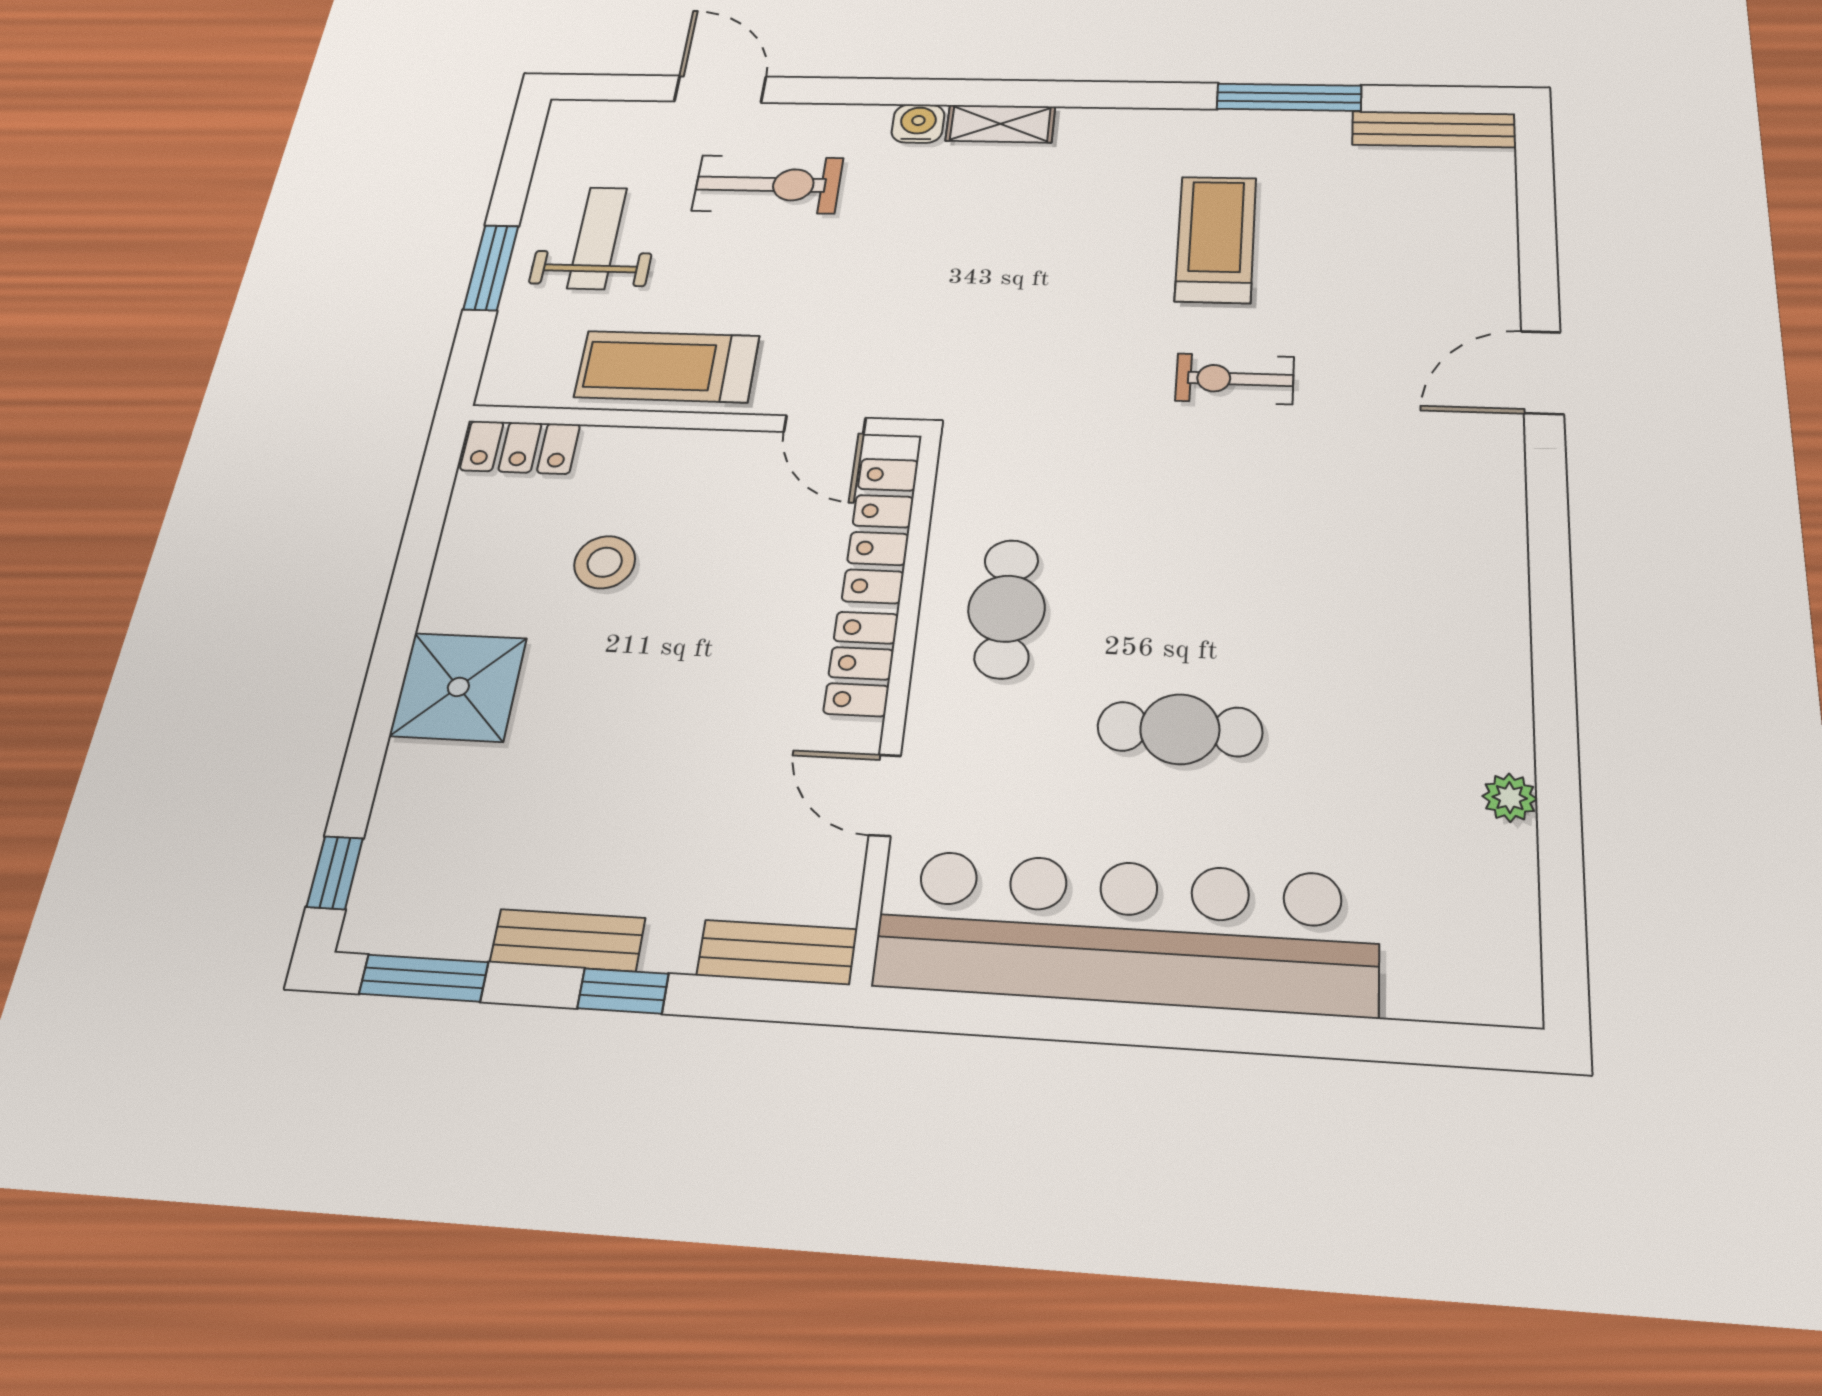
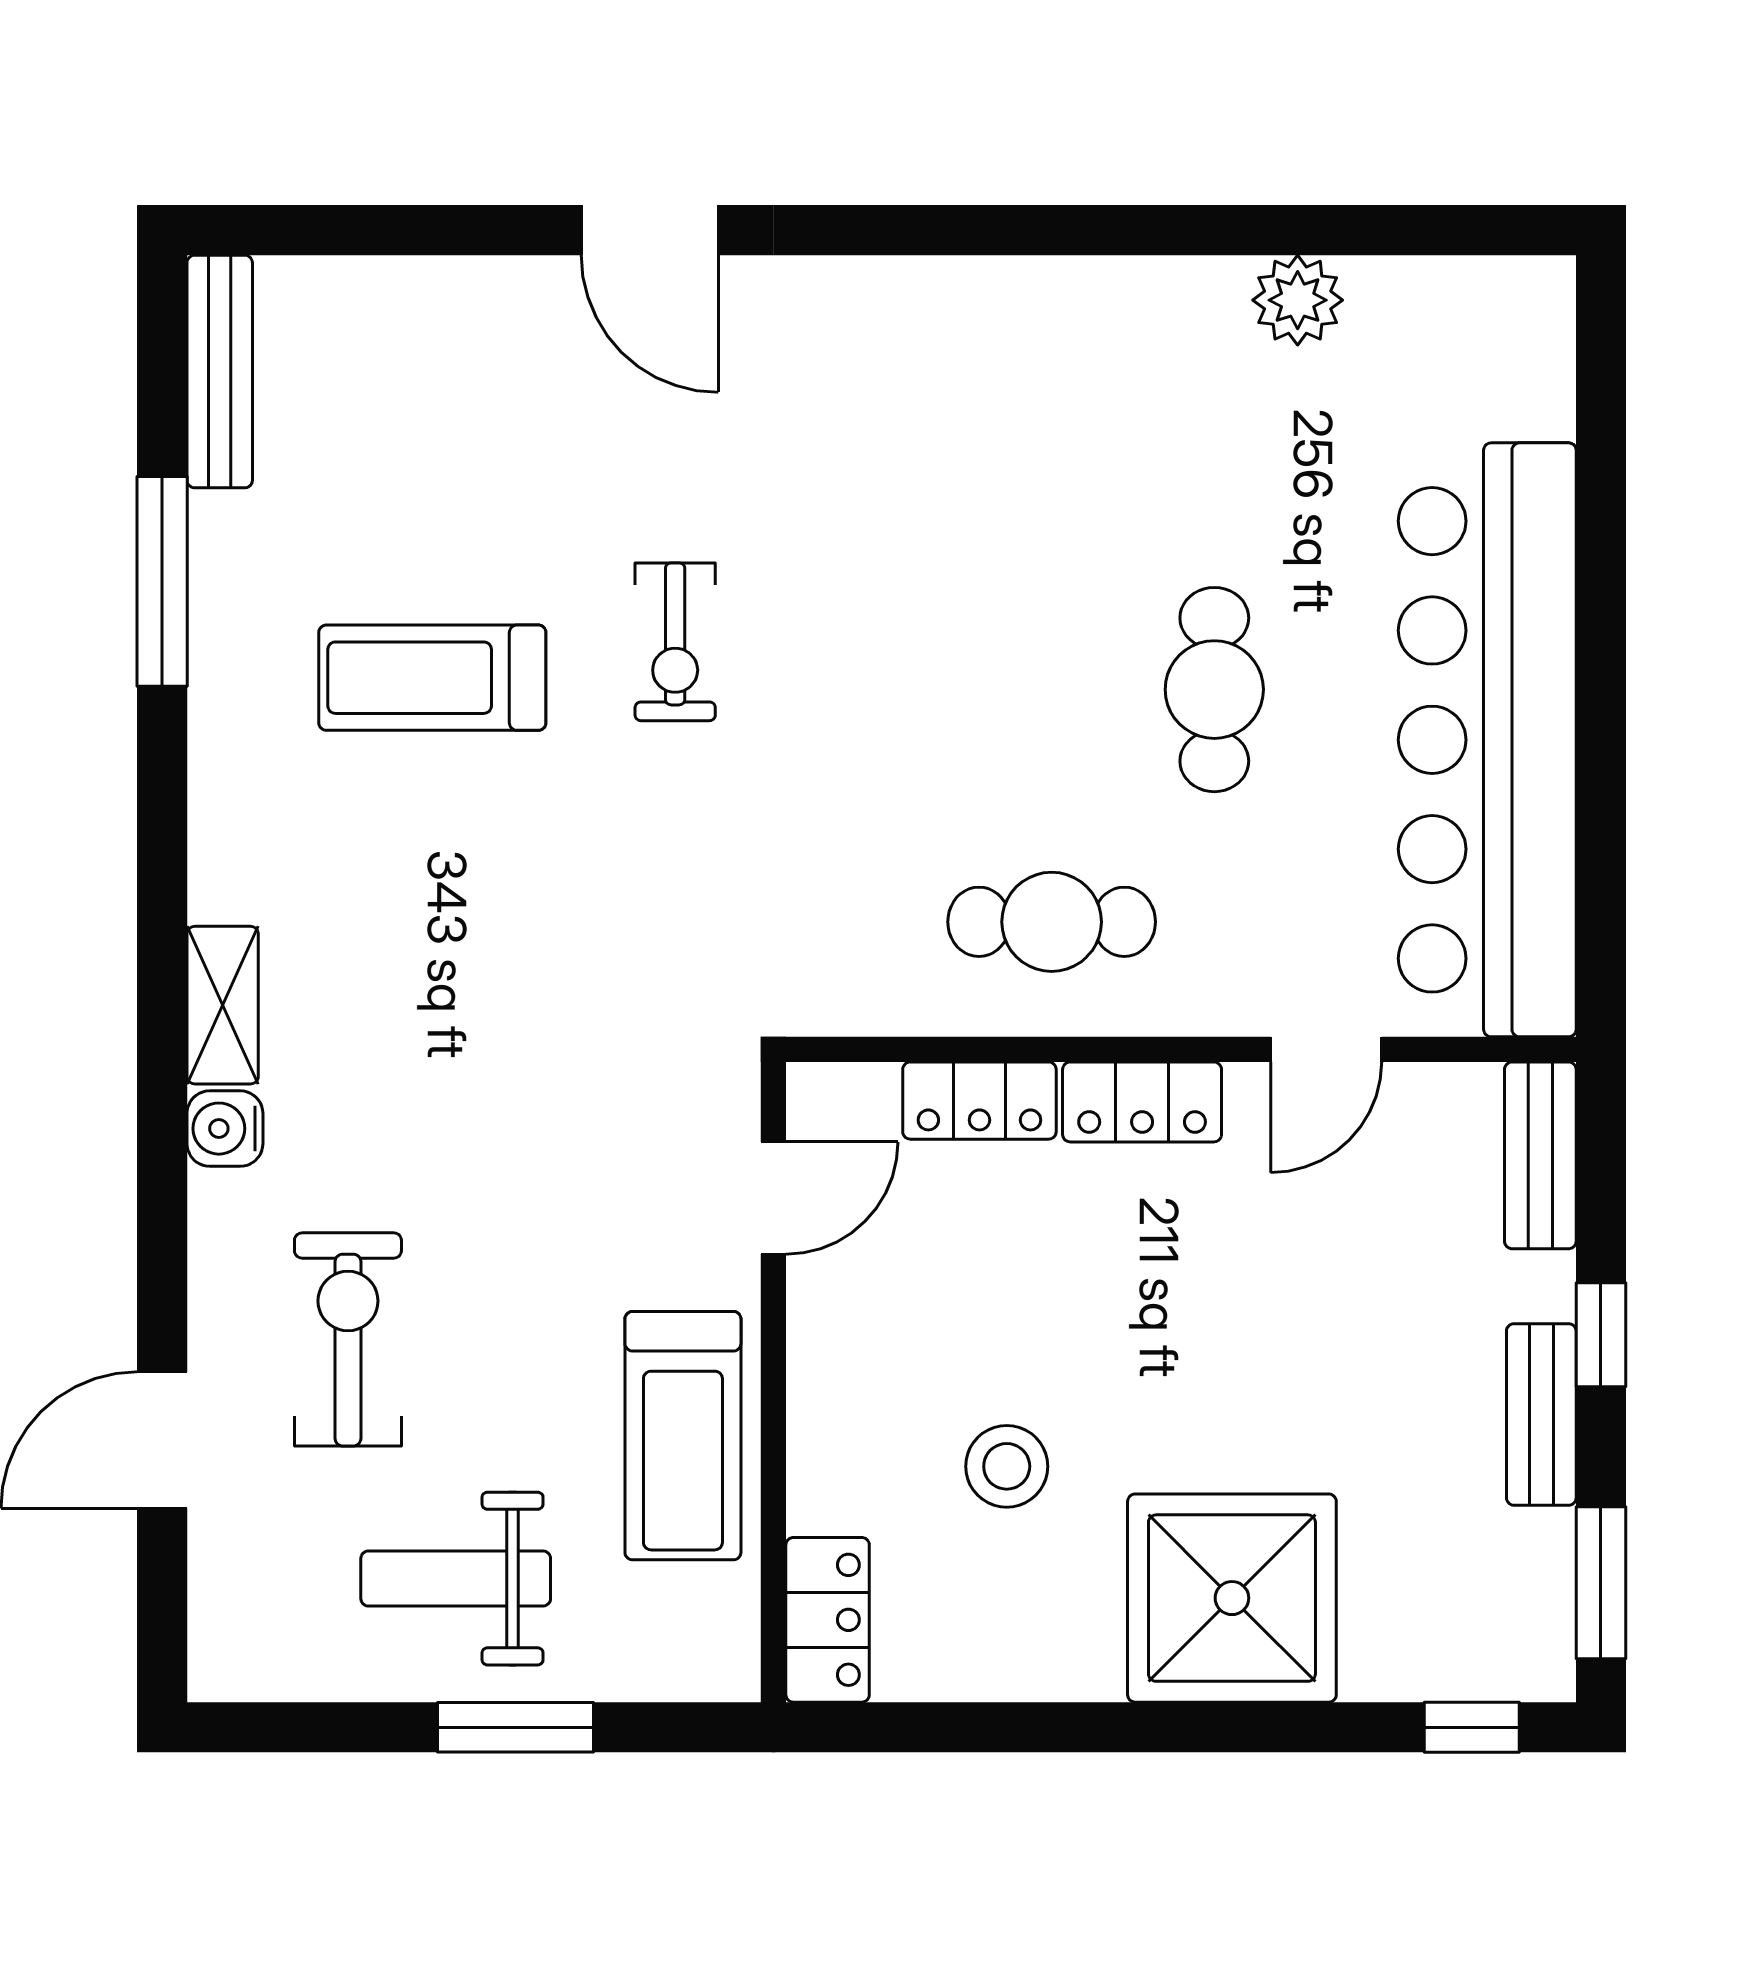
locker: (881, 530) -> (979, 1101), width x0.66
shower: (458, 687) -> (1232, 1598), width x1.37, depth x1.37
plant: (1510, 798) -> (1298, 300), width x1.38, depth x1.38

